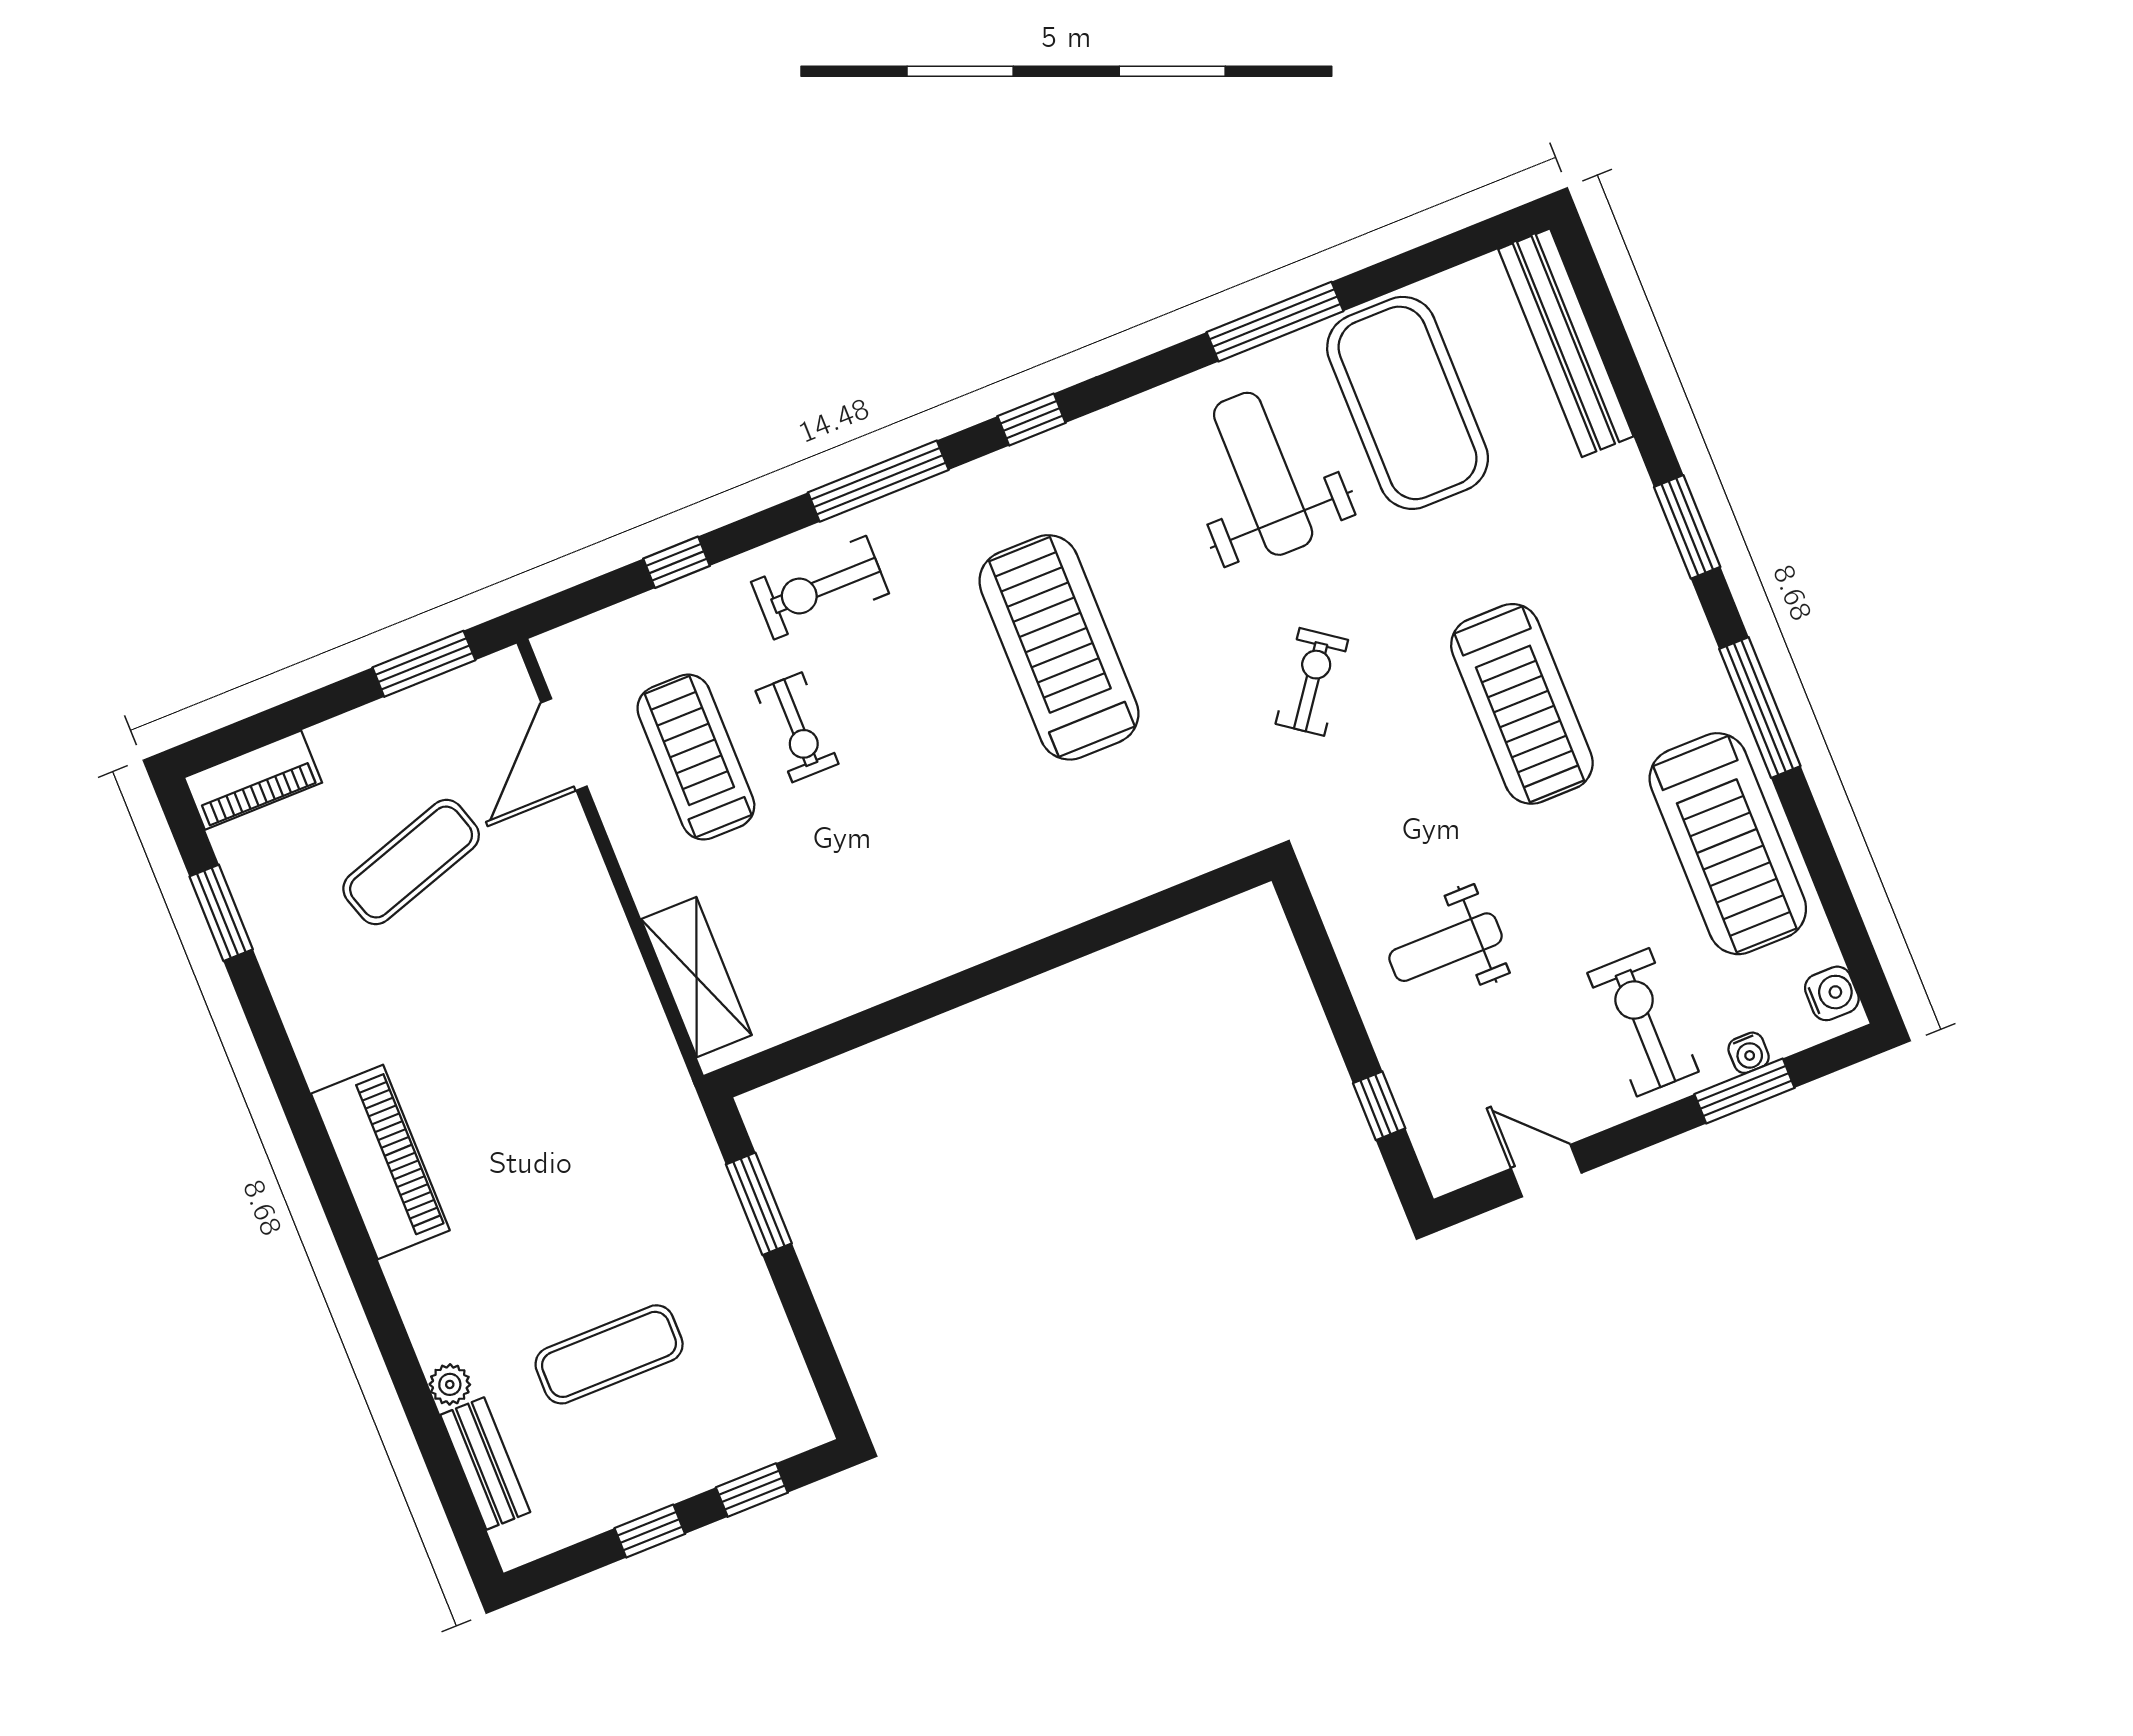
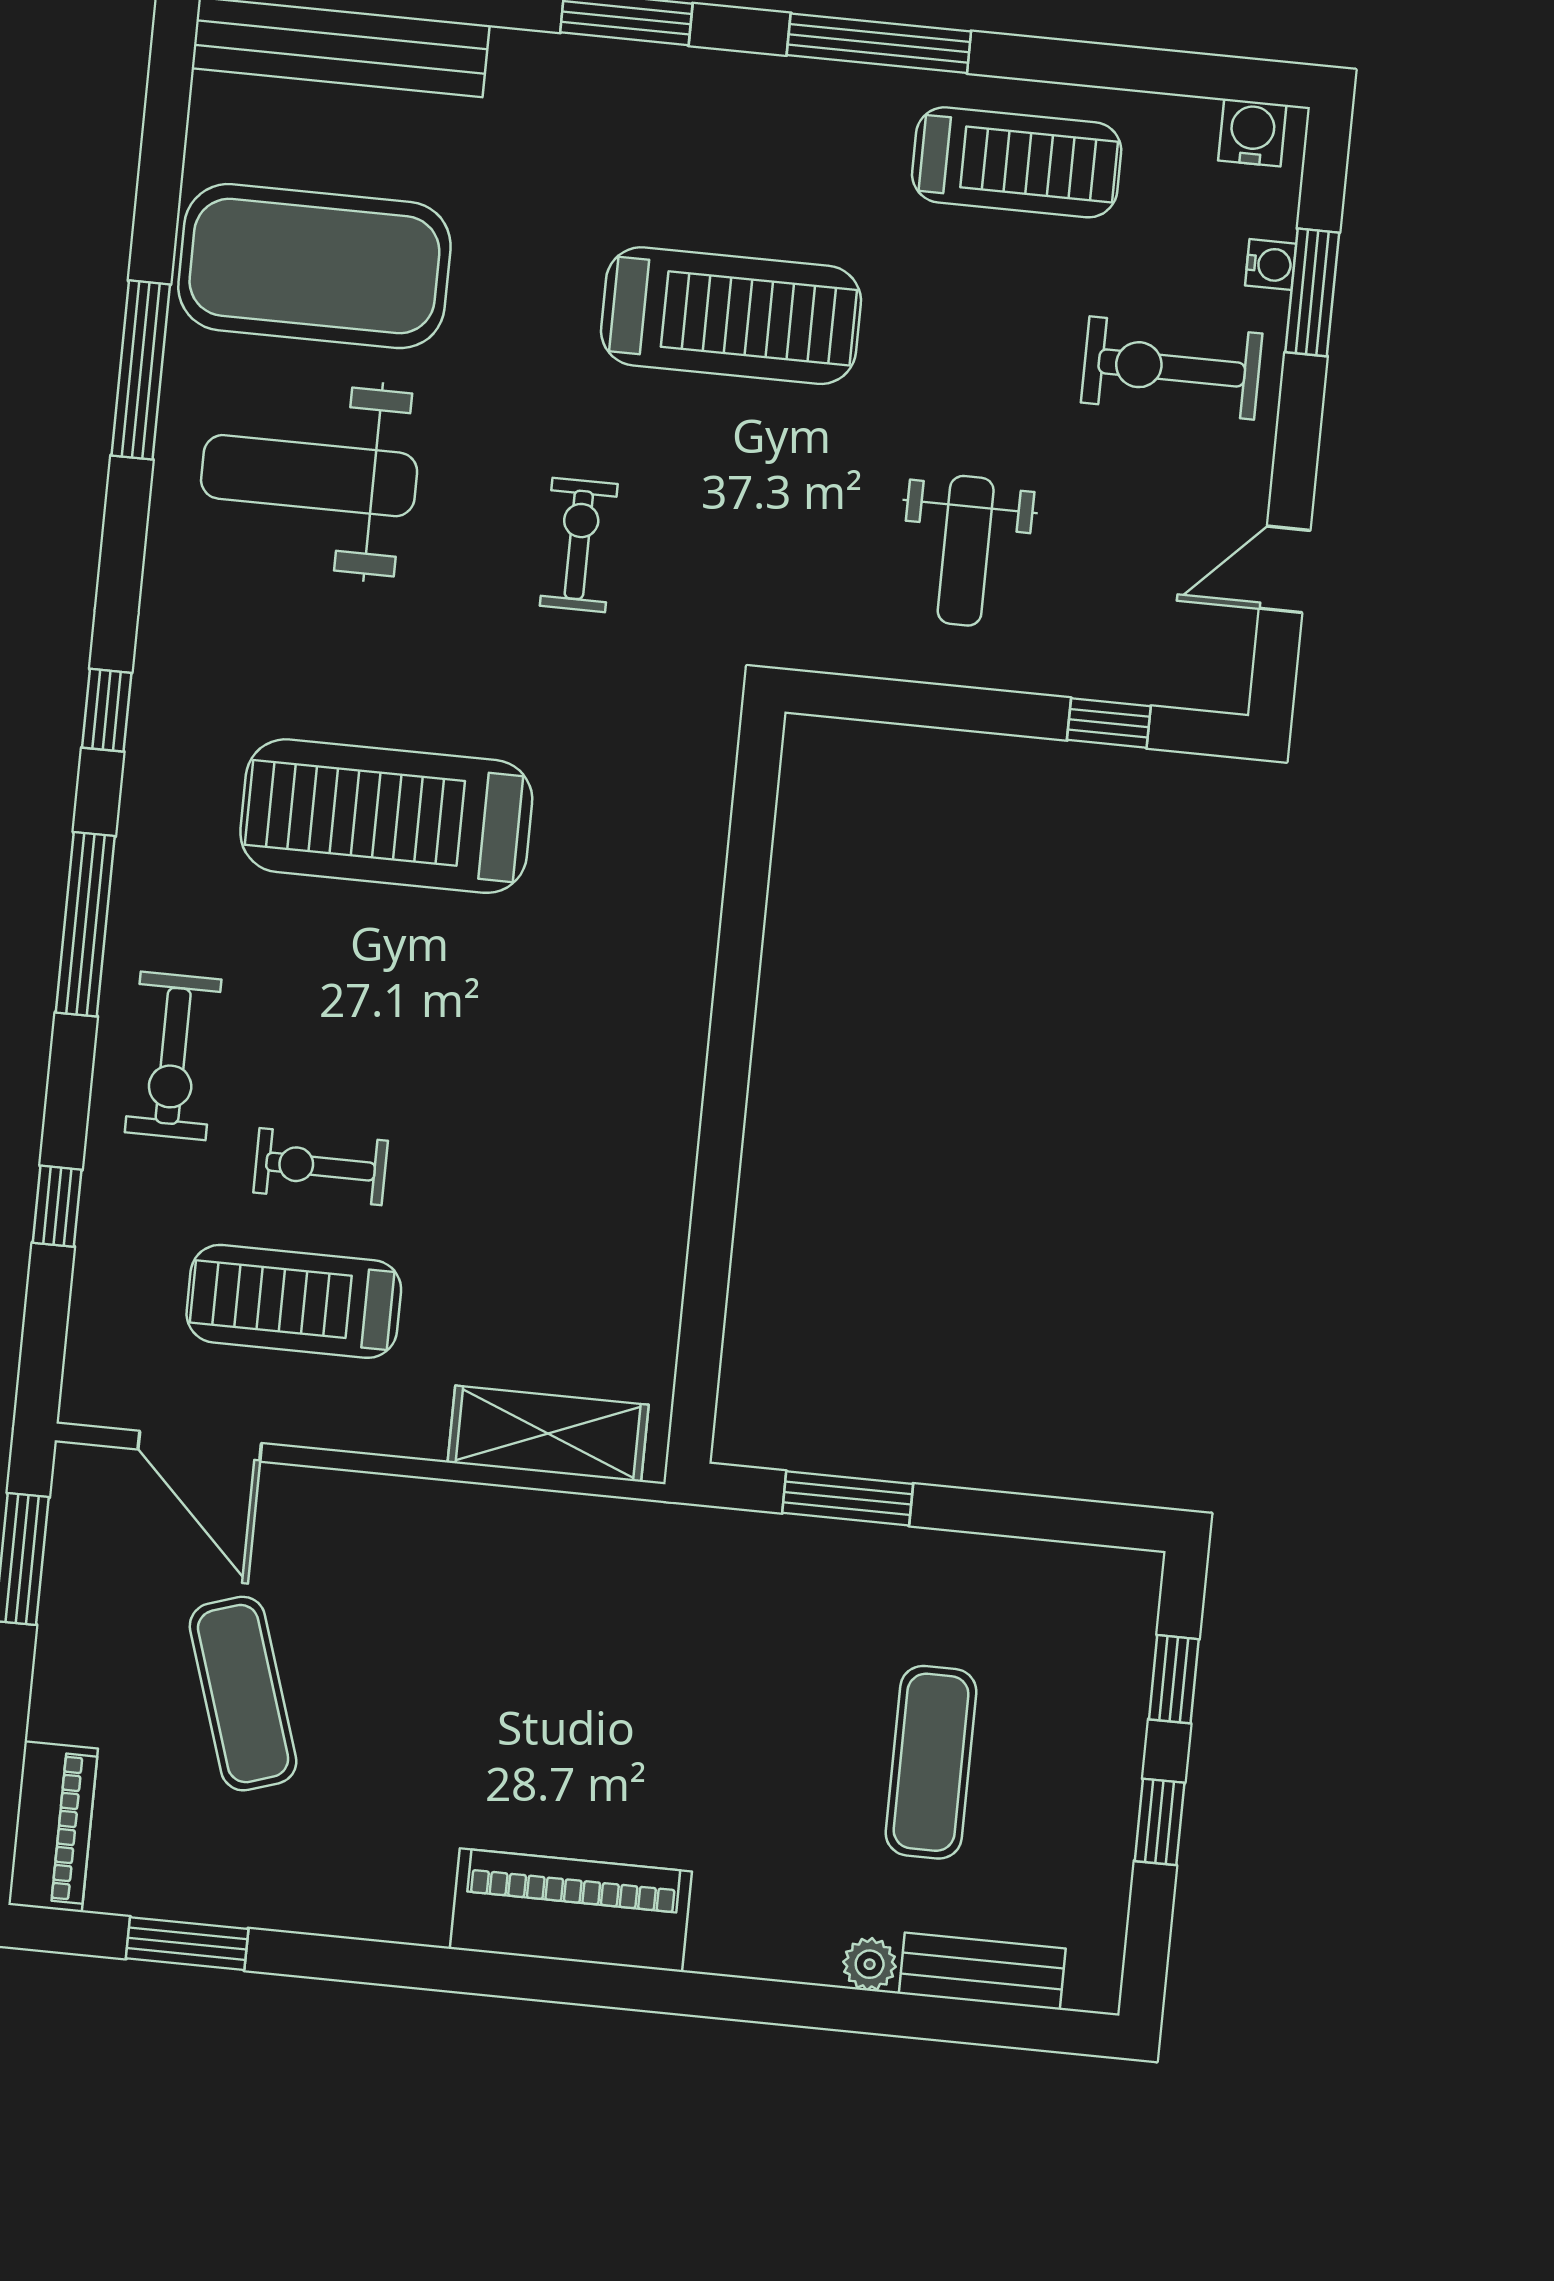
exercise bike: (1312, 682) -> (579, 545), turned 54
exercise bike: (797, 727) -> (321, 1167), turned 180
treadmill: (1728, 844) -> (1017, 162), width x0.73, depth x0.73

